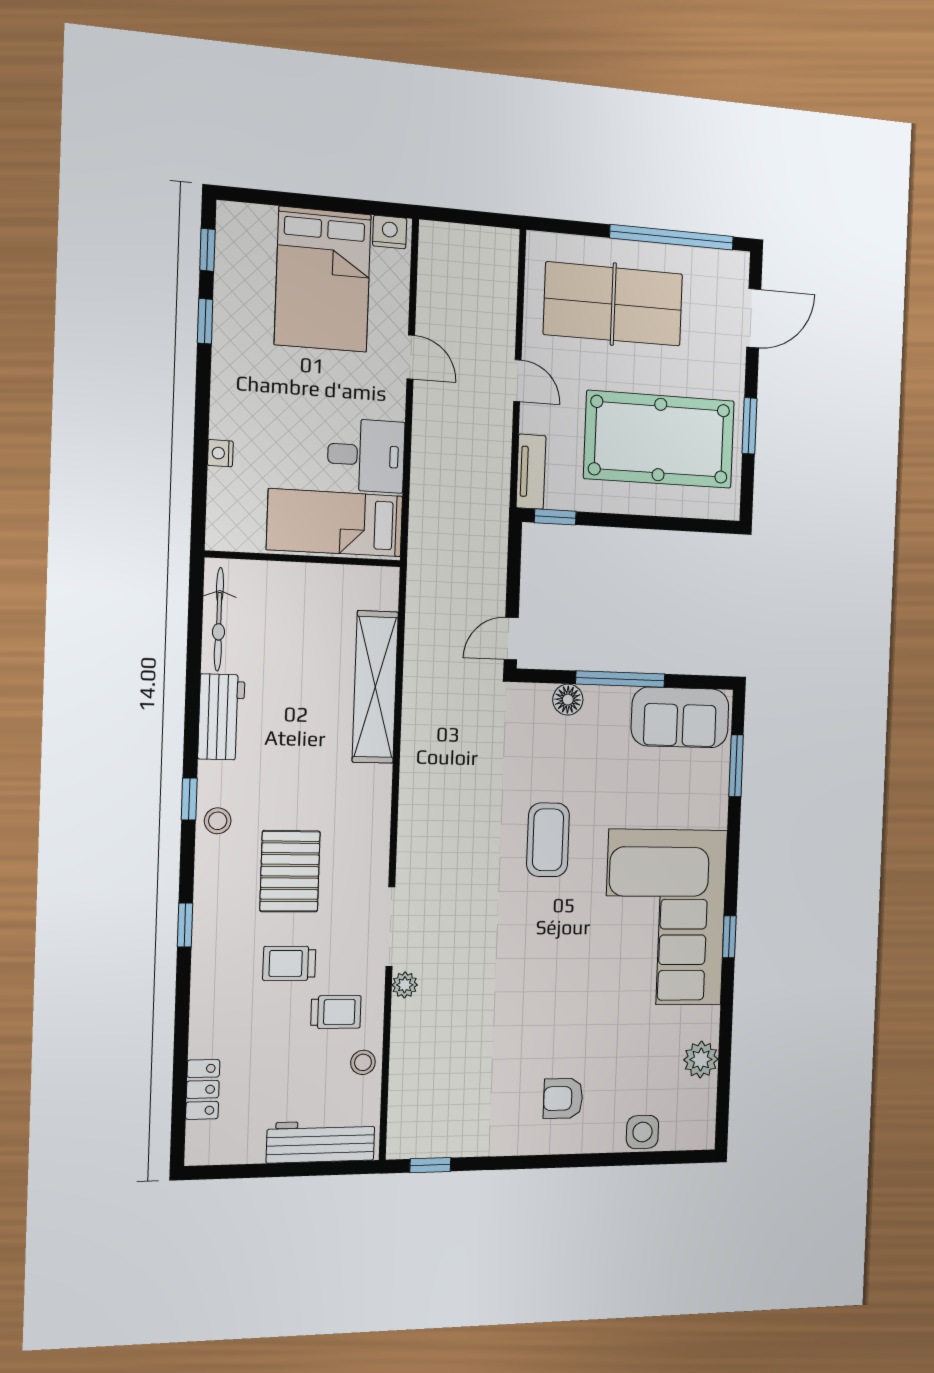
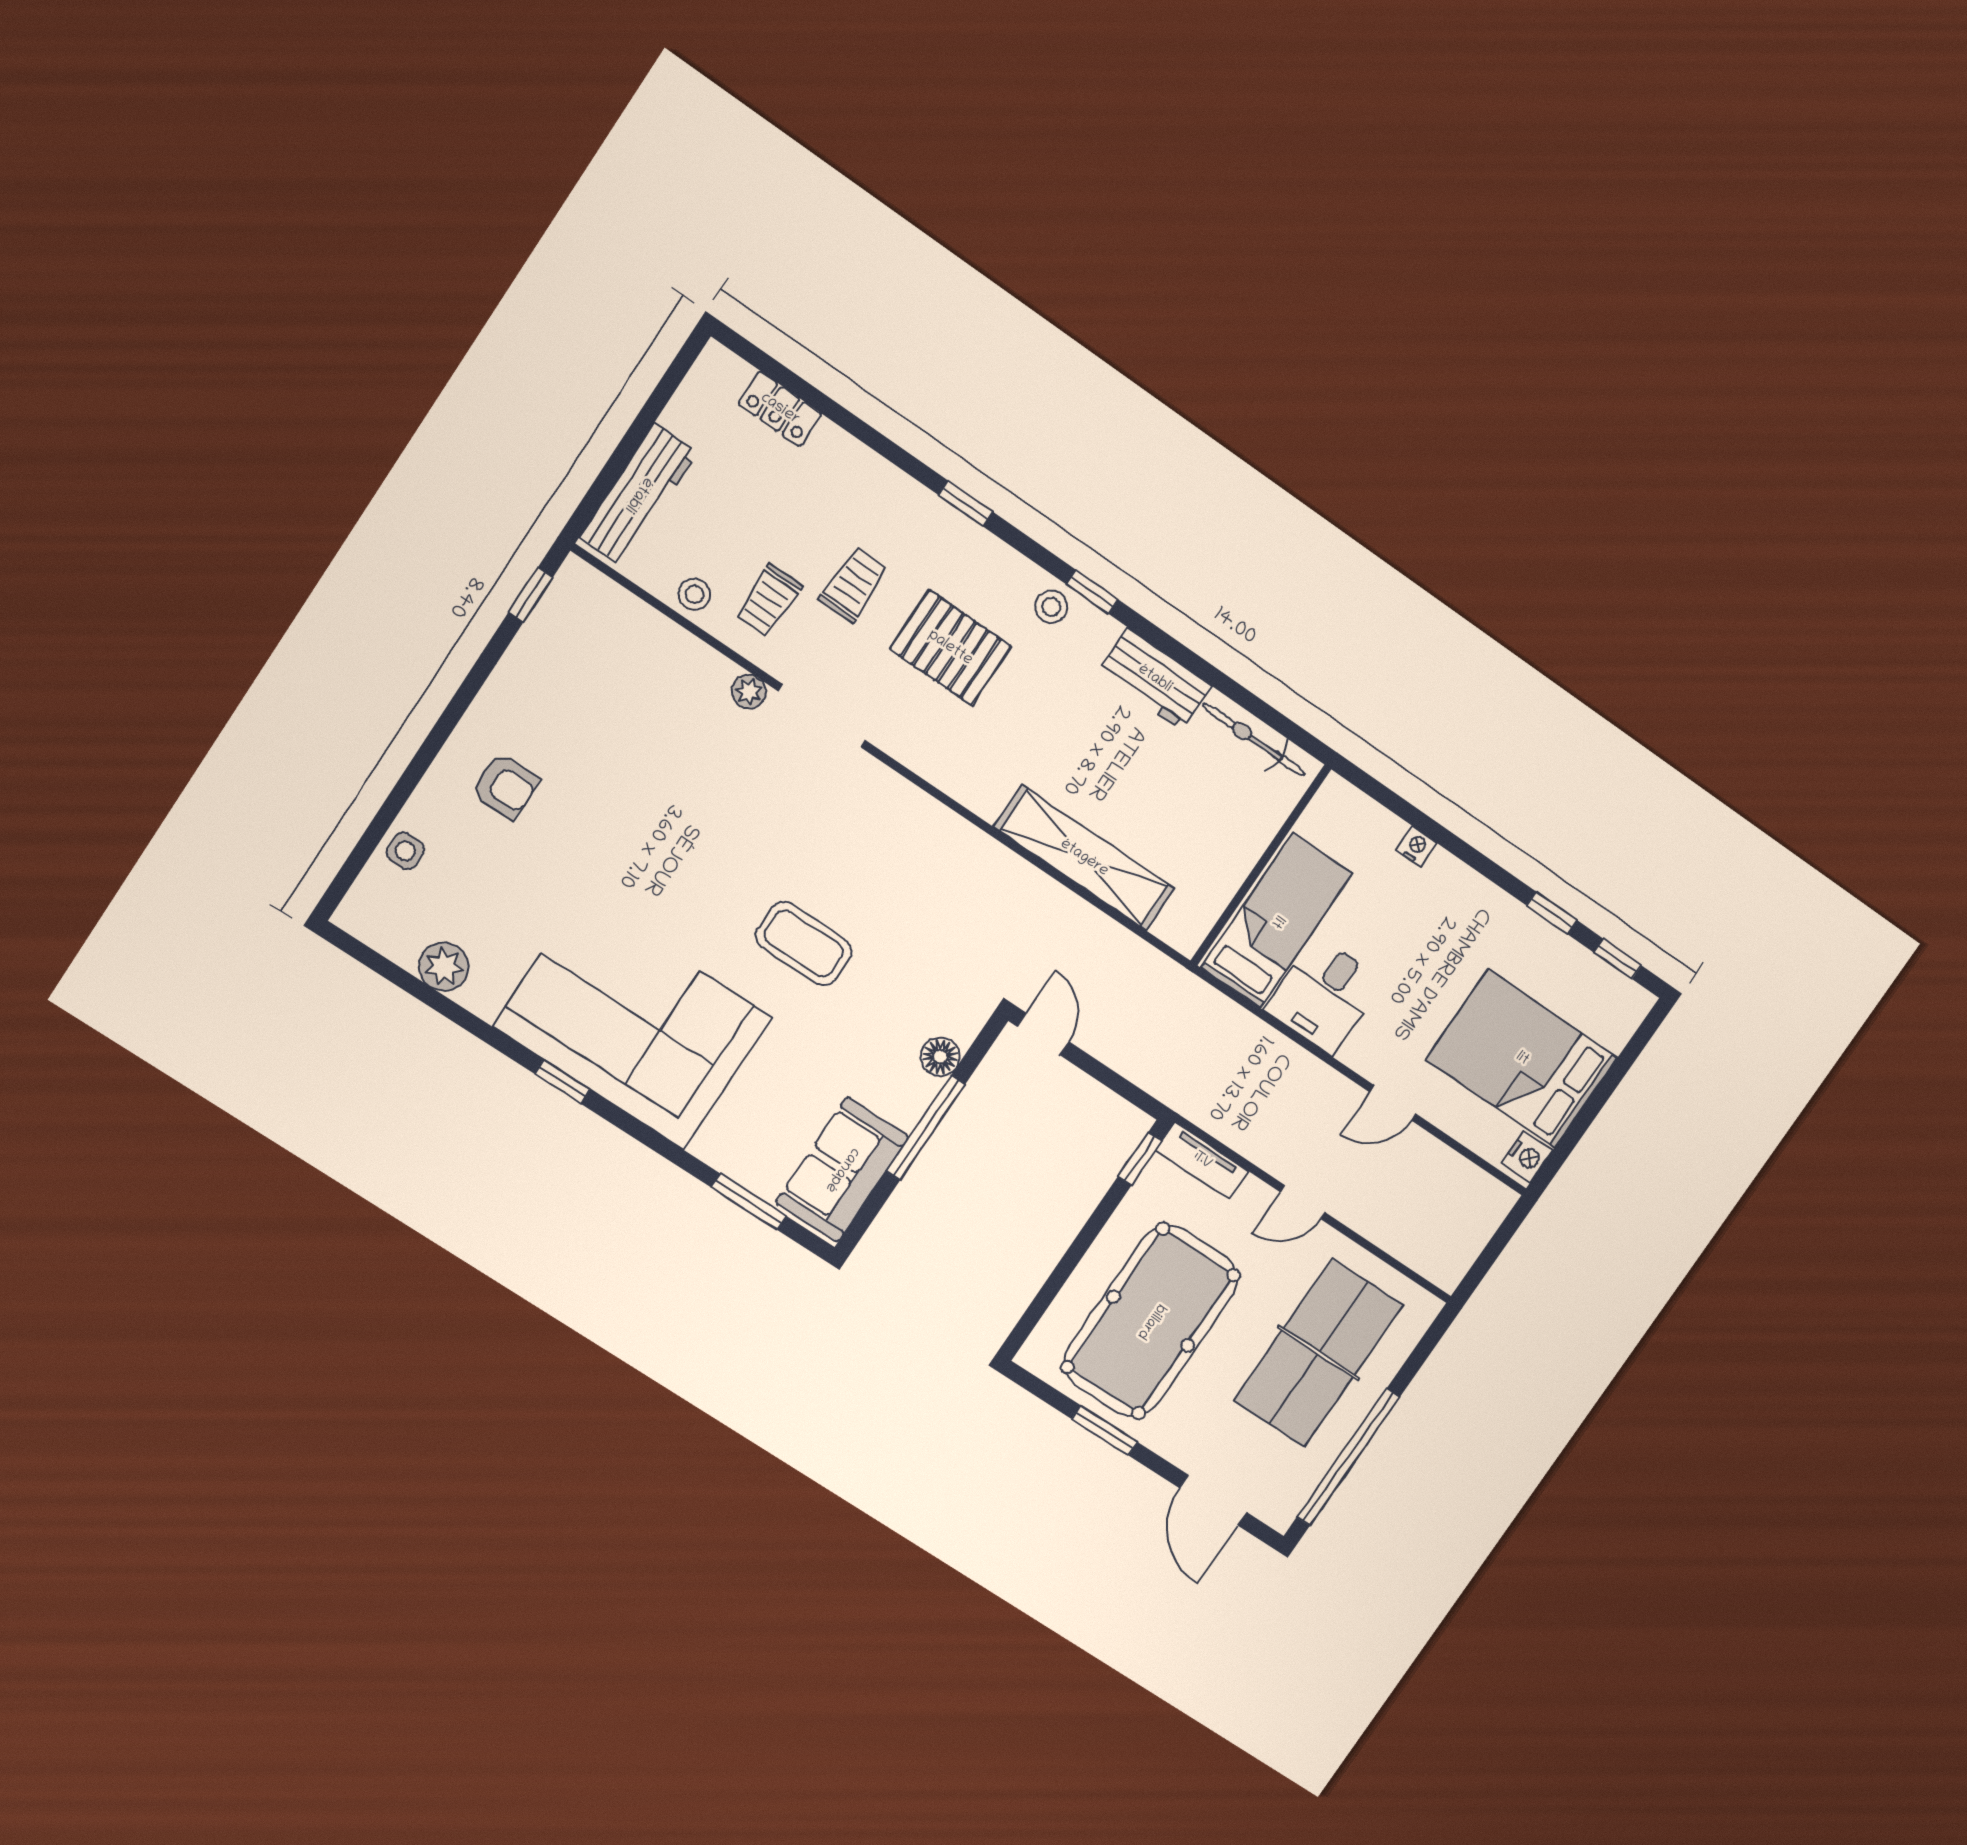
armchair: (563, 1098) -> (505, 786), turned 90
side table: (642, 1132) -> (405, 851), width x0.73, depth x0.73

